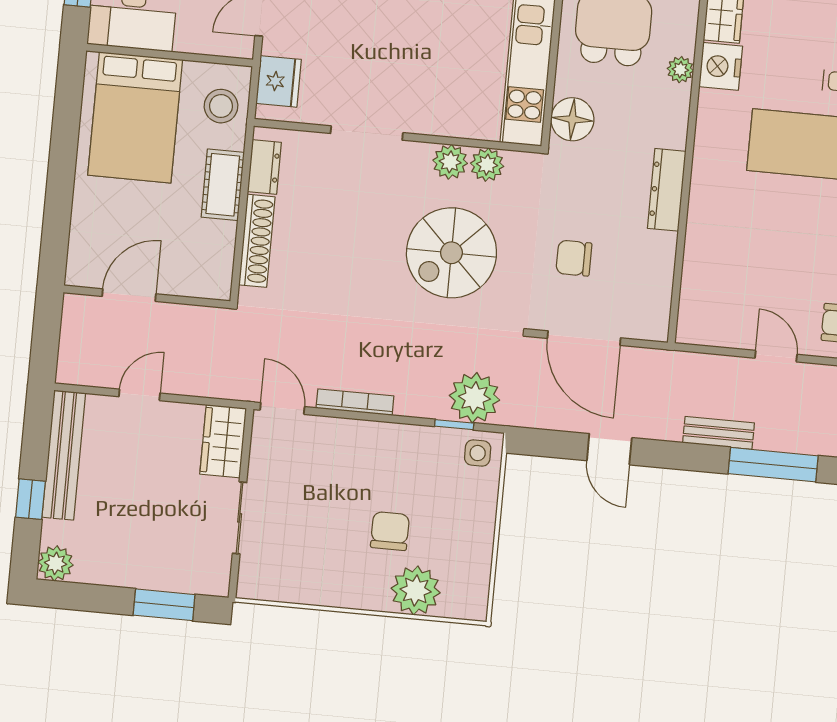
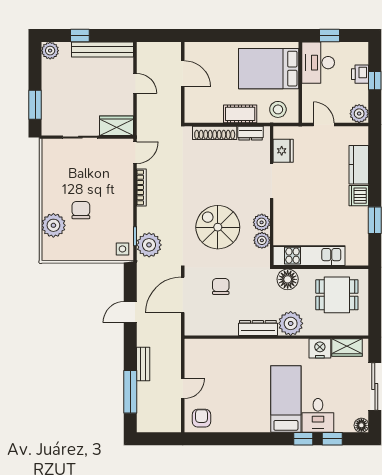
plant: (680, 70) -> (291, 323), moved, width x1.88, depth x1.88
fridge: (279, 81) -> (283, 151), moved, turned -90
chair: (390, 531) -> (81, 210), turned -90

